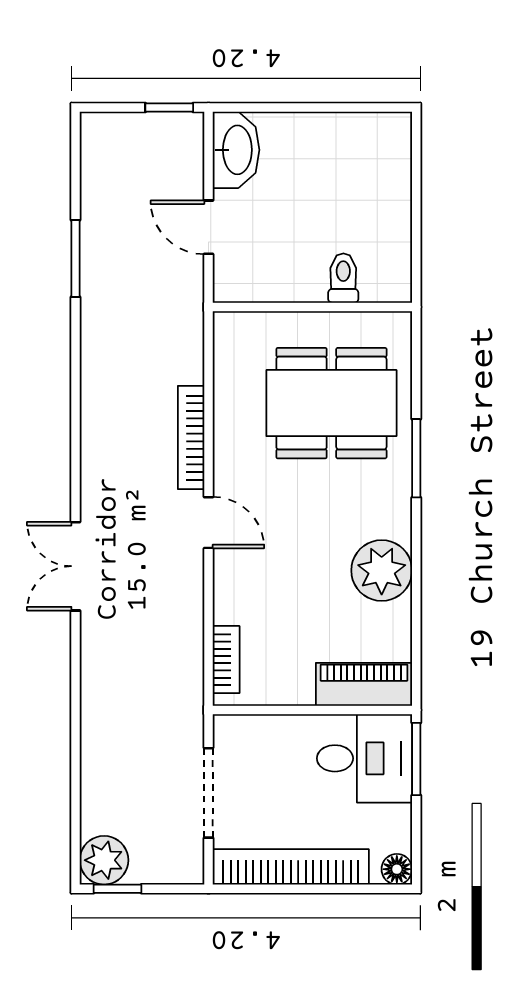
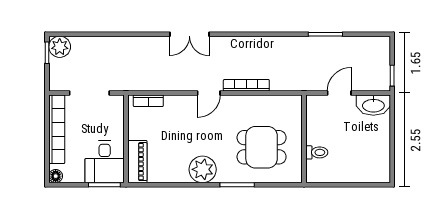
dining table: (331, 403) -> (262, 147), width x0.73
double door: (76, 566) -> (189, 34), swing flipped
plant: (382, 570) -> (203, 169), moved

